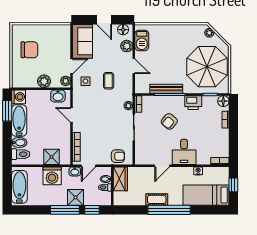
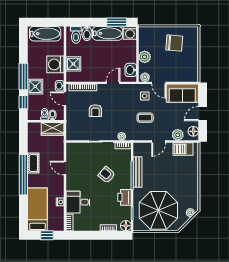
chair: (29, 50) -> (174, 43), turned -85
desk: (184, 152) -> (78, 202), moved
armchair: (118, 156) -> (95, 111), moved

